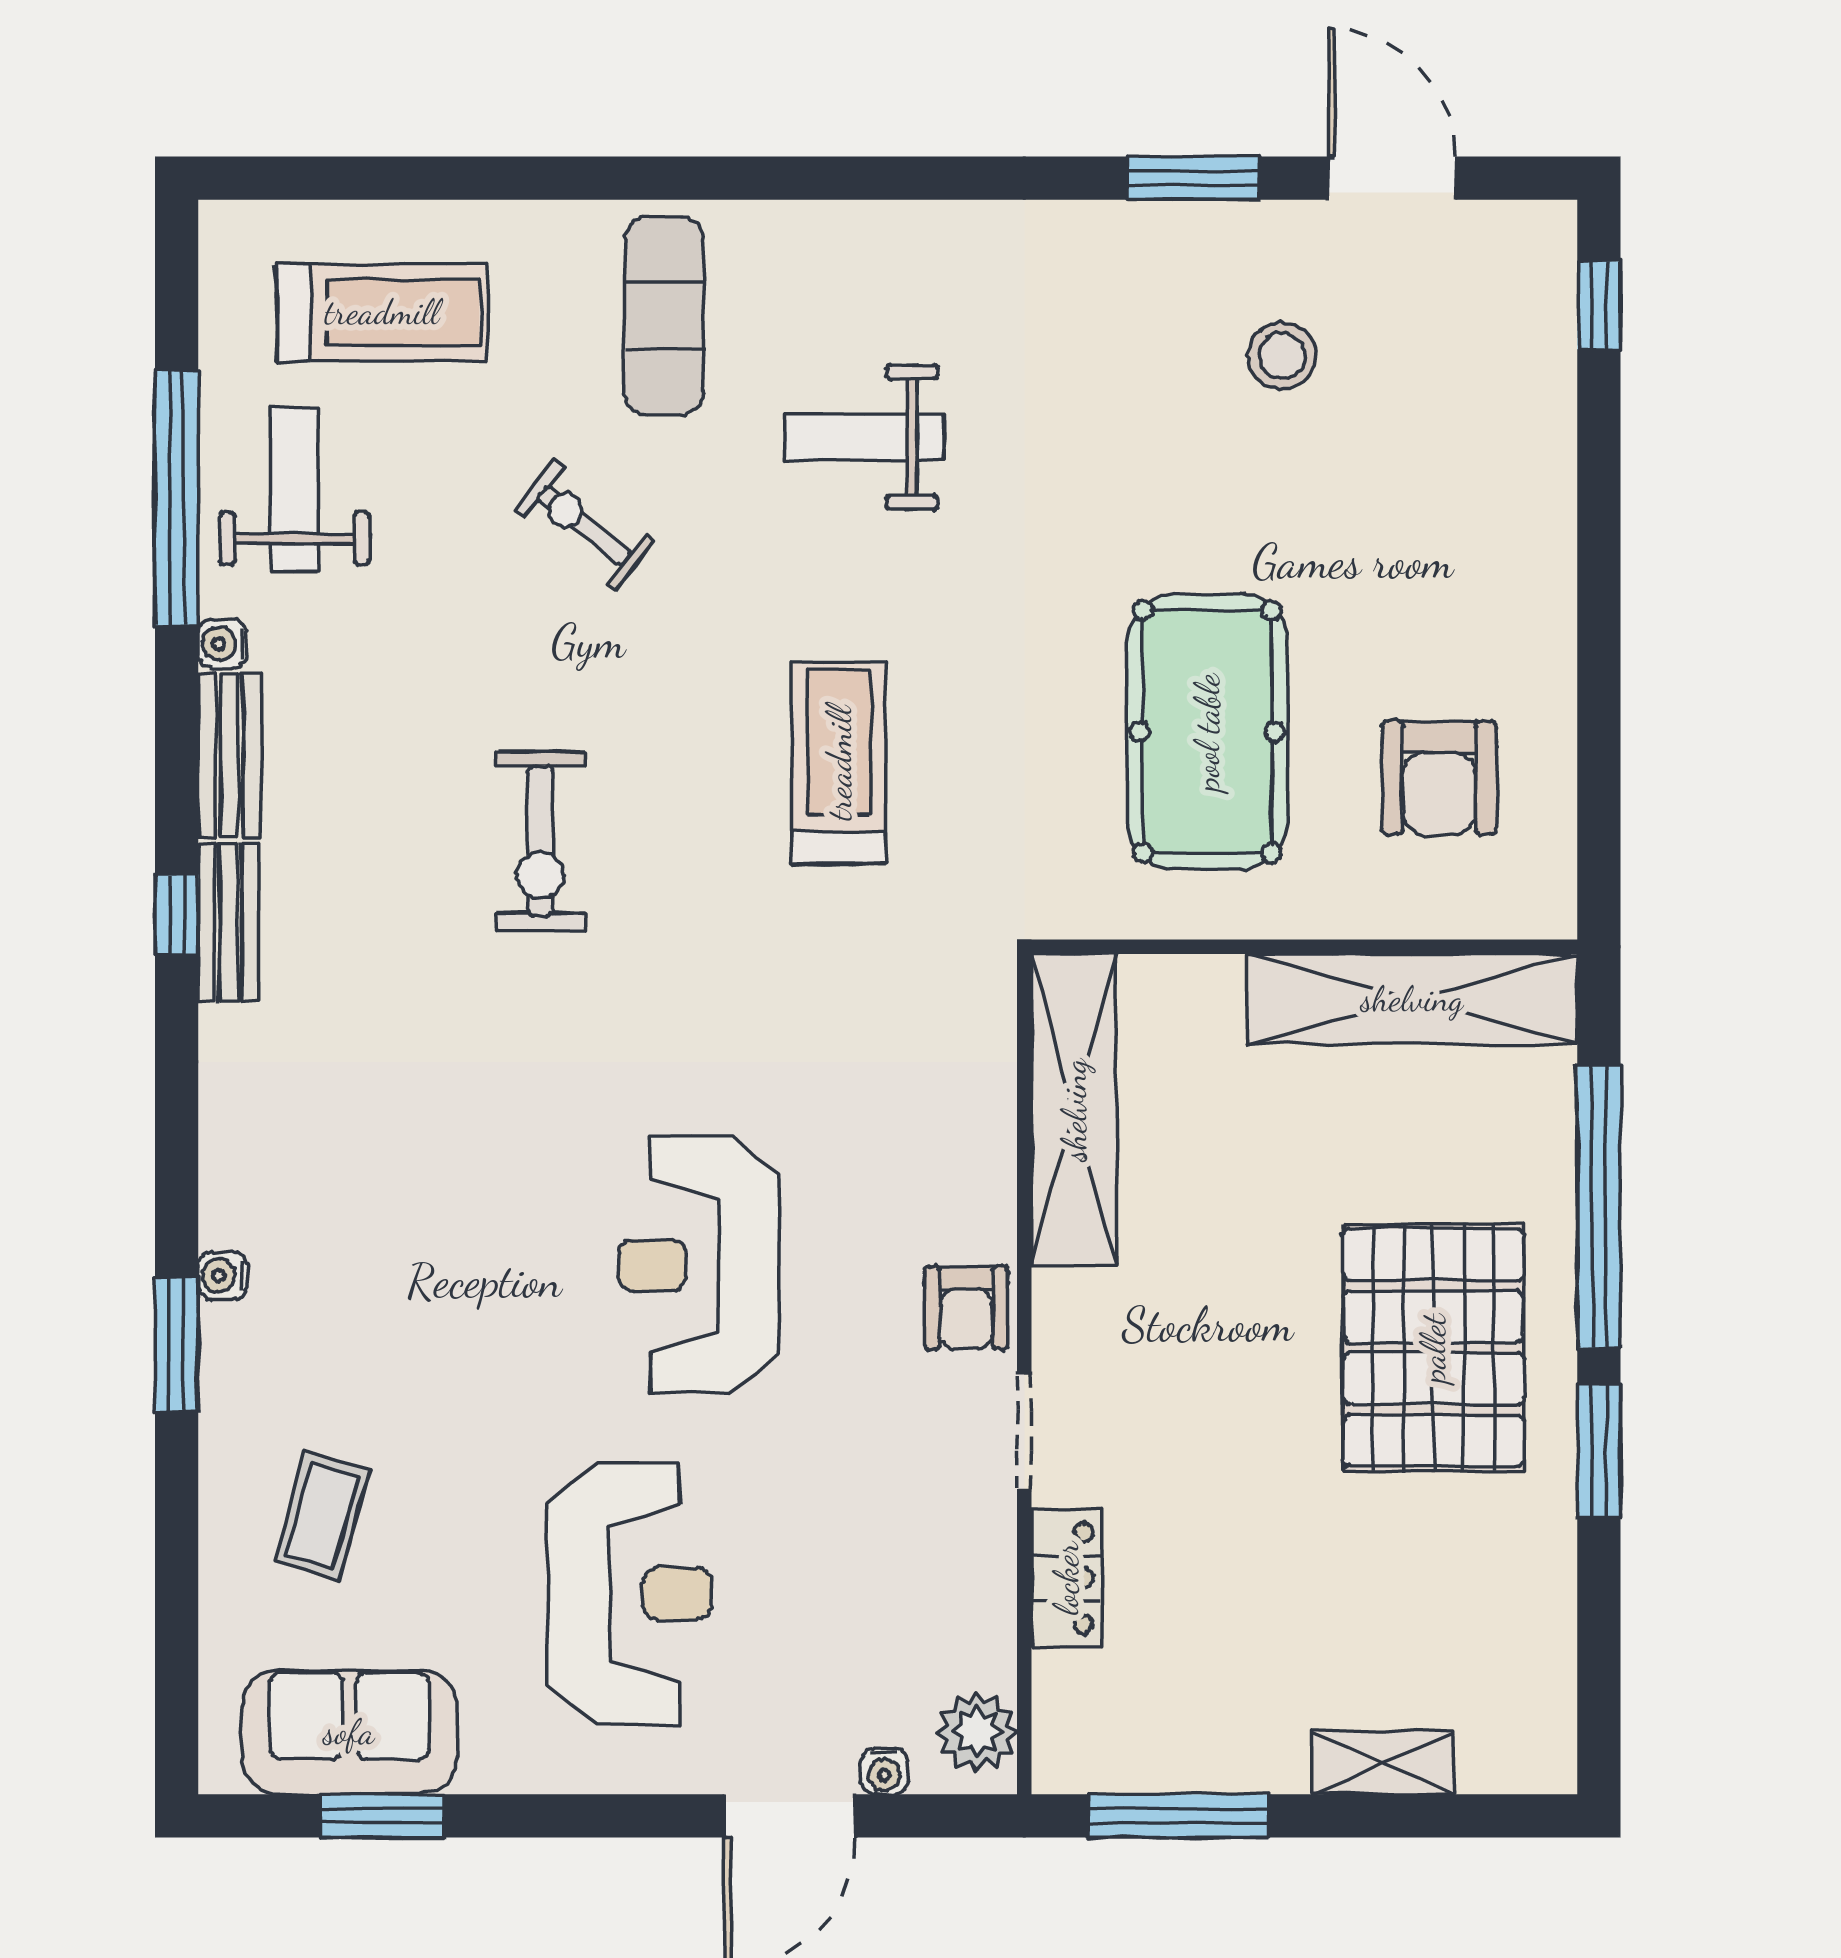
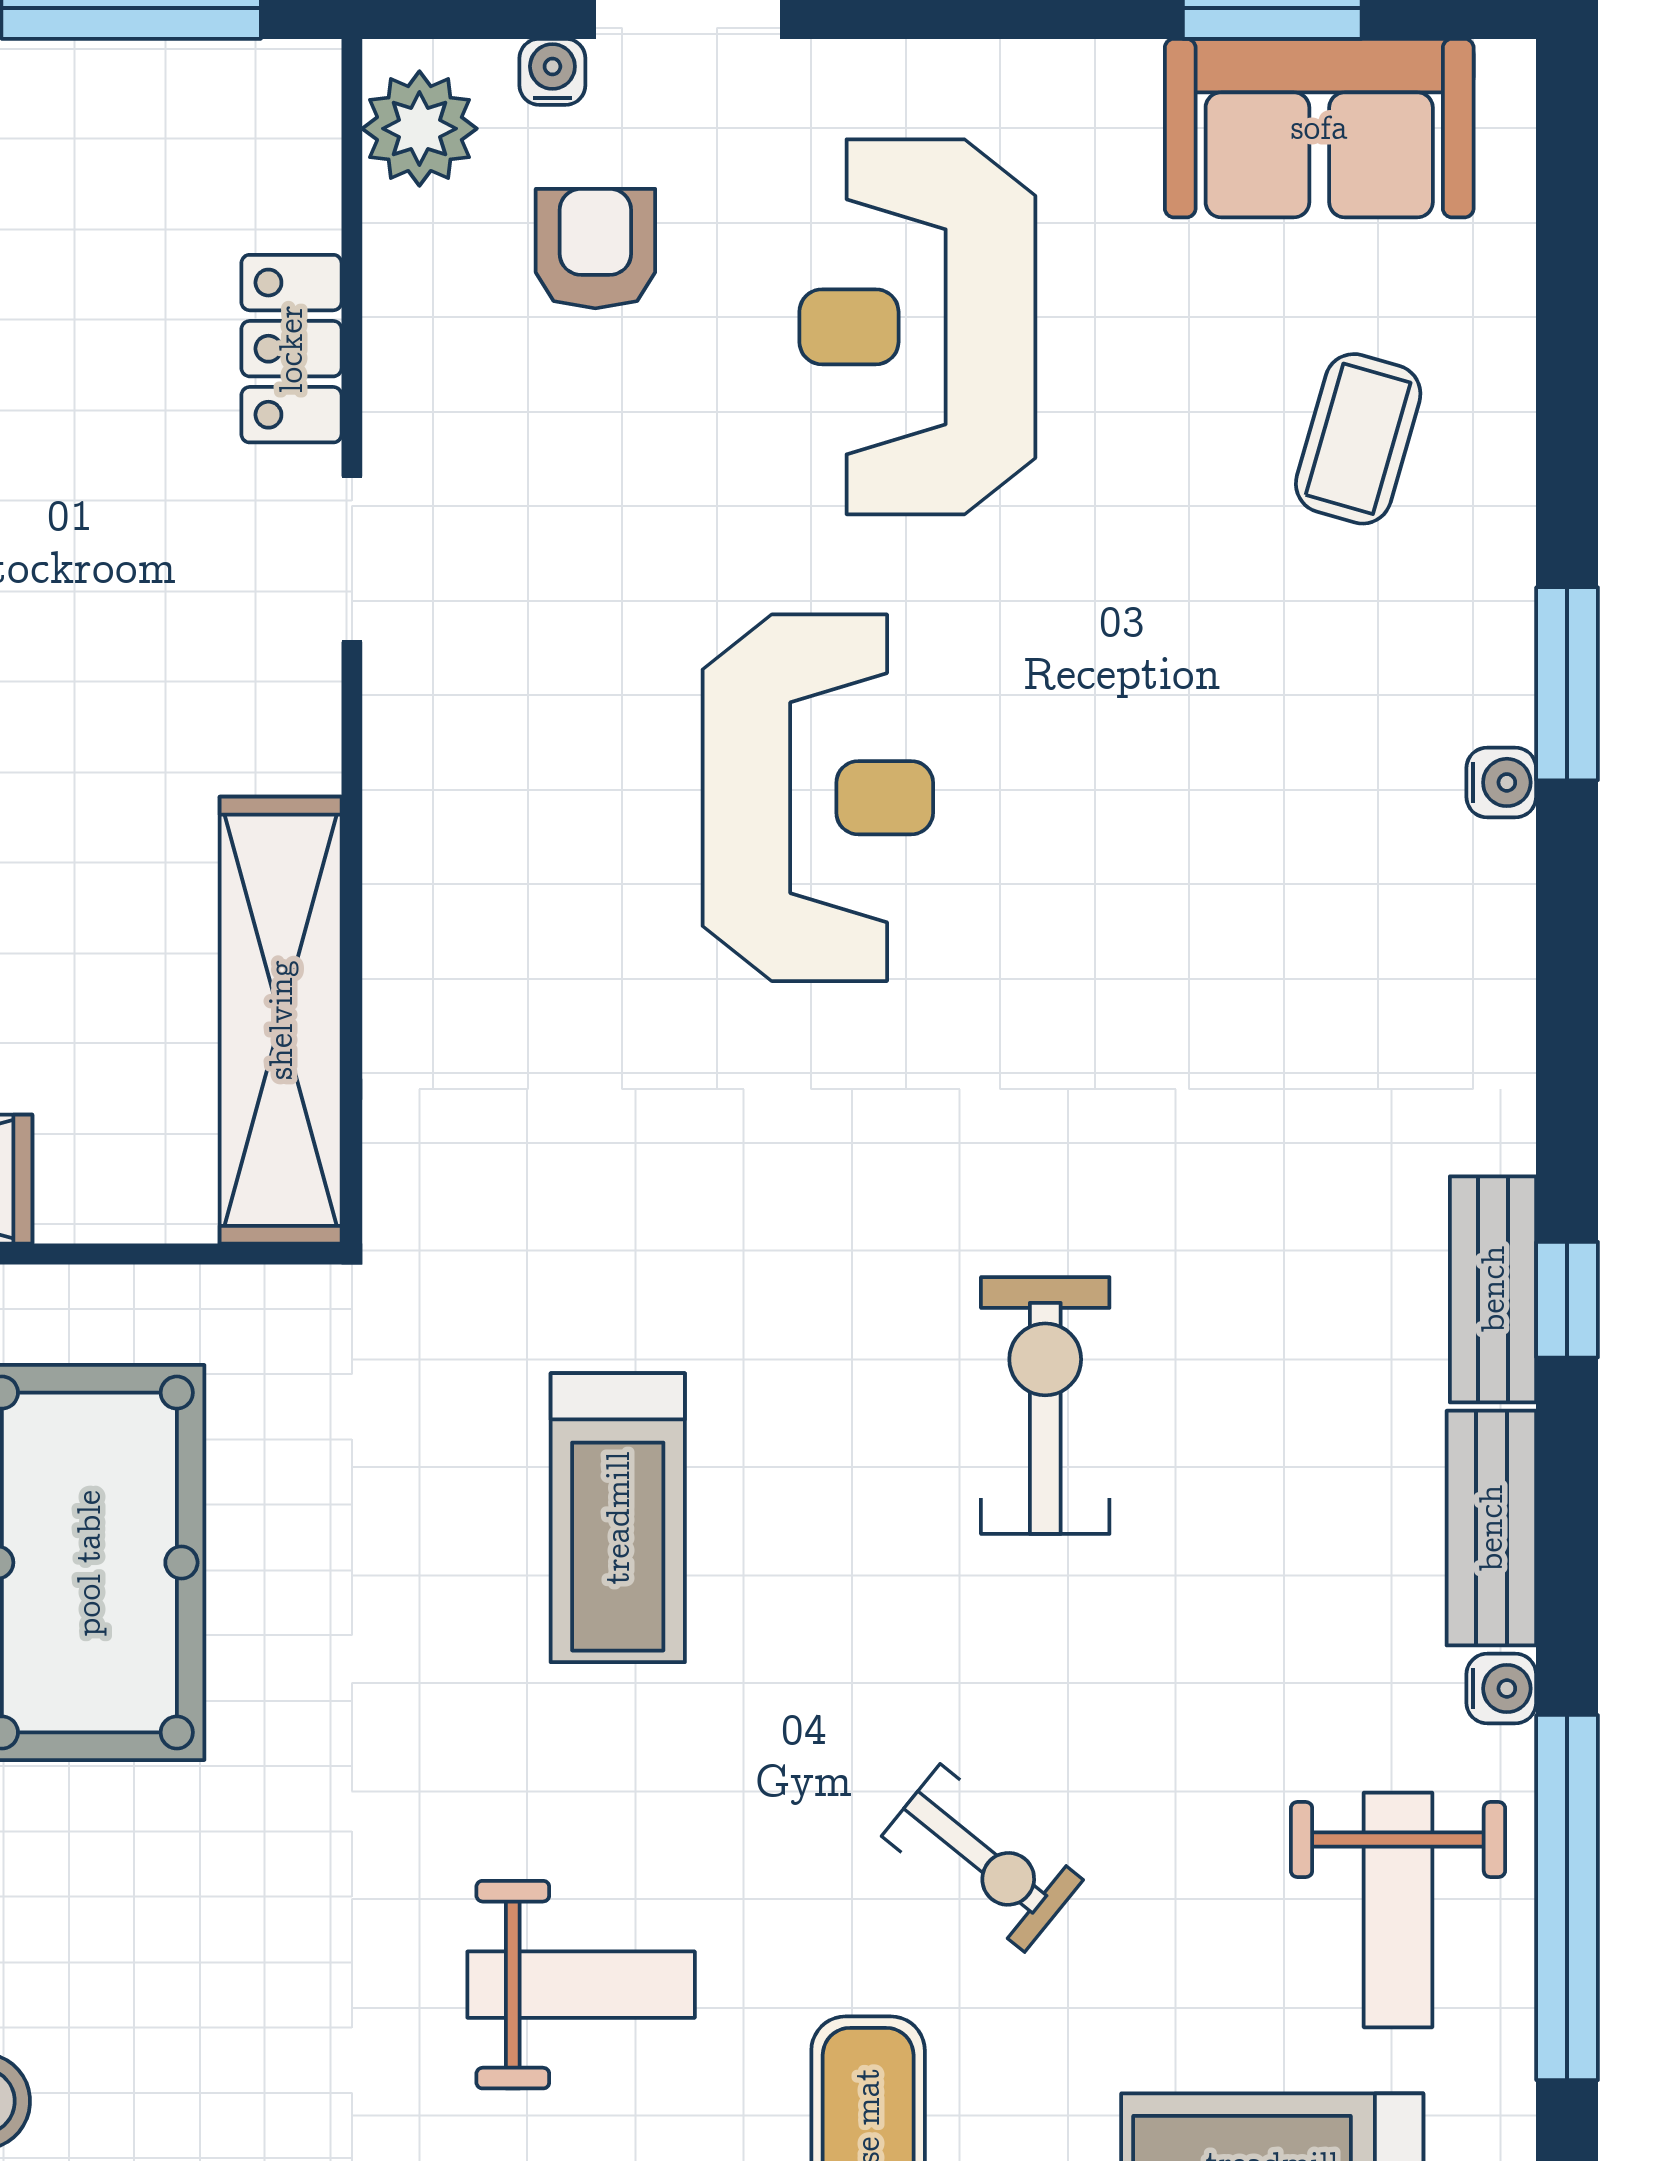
armchair: (966, 1308) -> (595, 249), moved

